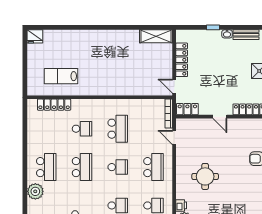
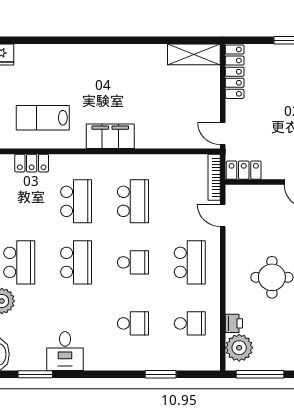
locker: (182, 60) -> (235, 72), moved
filing cabinet: (103, 88) -> (110, 136), added
locker: (54, 105) -> (32, 163), width x0.66
school desk: (82, 129) -> (76, 201), width x1.85

